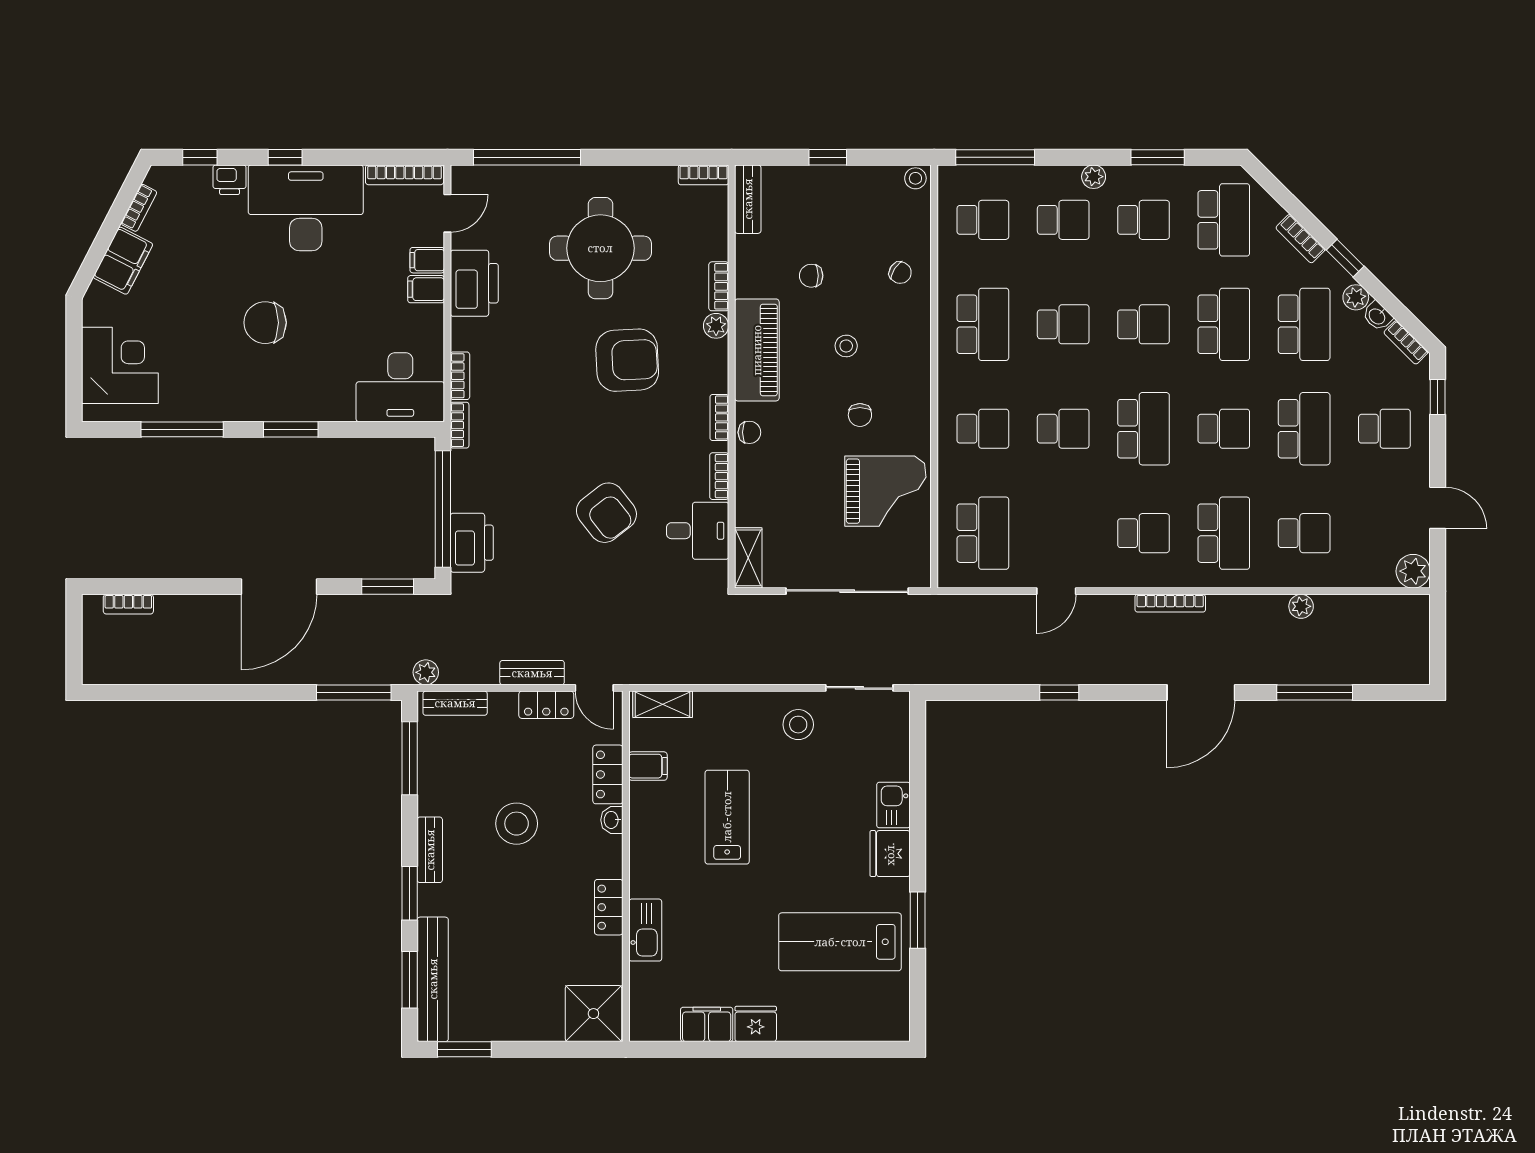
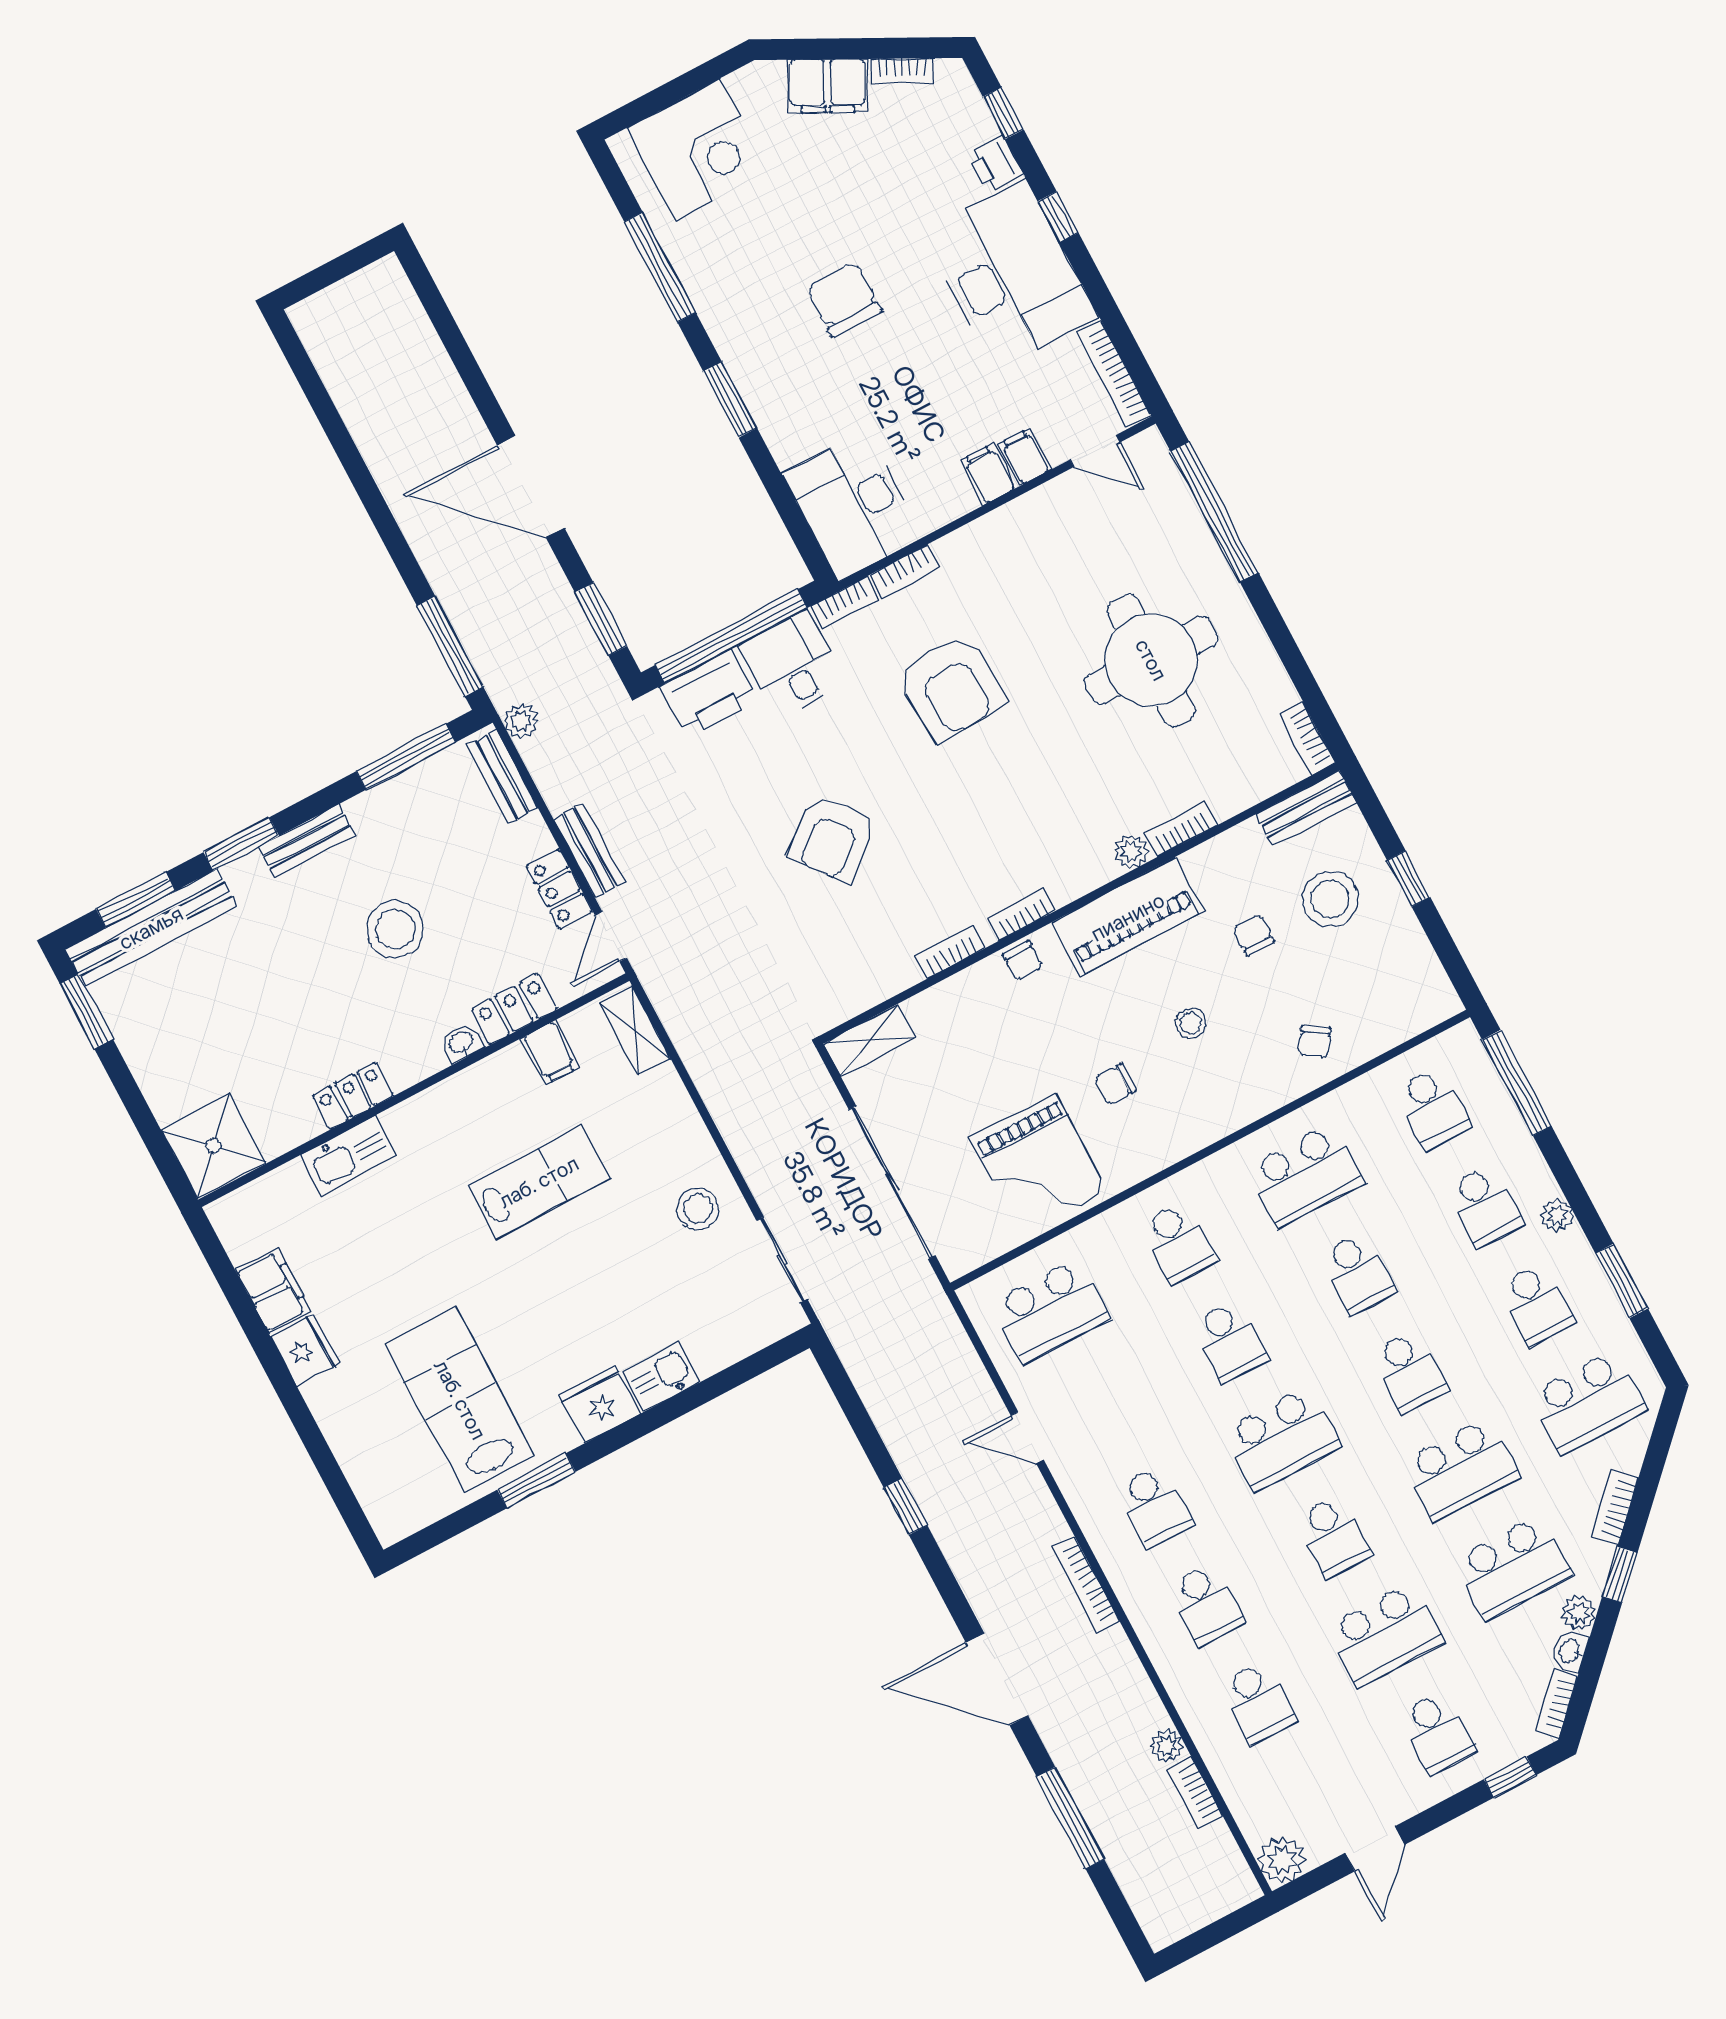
stool: (915, 178) -> (1330, 899), moved, width x1.89, depth x1.89
printer: (474, 283) -> (1027, 529), removed
armchair: (627, 360) -> (951, 687), moved
desk: (698, 531) -> (792, 664), moved, turned 180
school desk: (1224, 533) -> (1206, 1604), width x0.54
bookcase: (128, 604) -> (1195, 1792), moved

